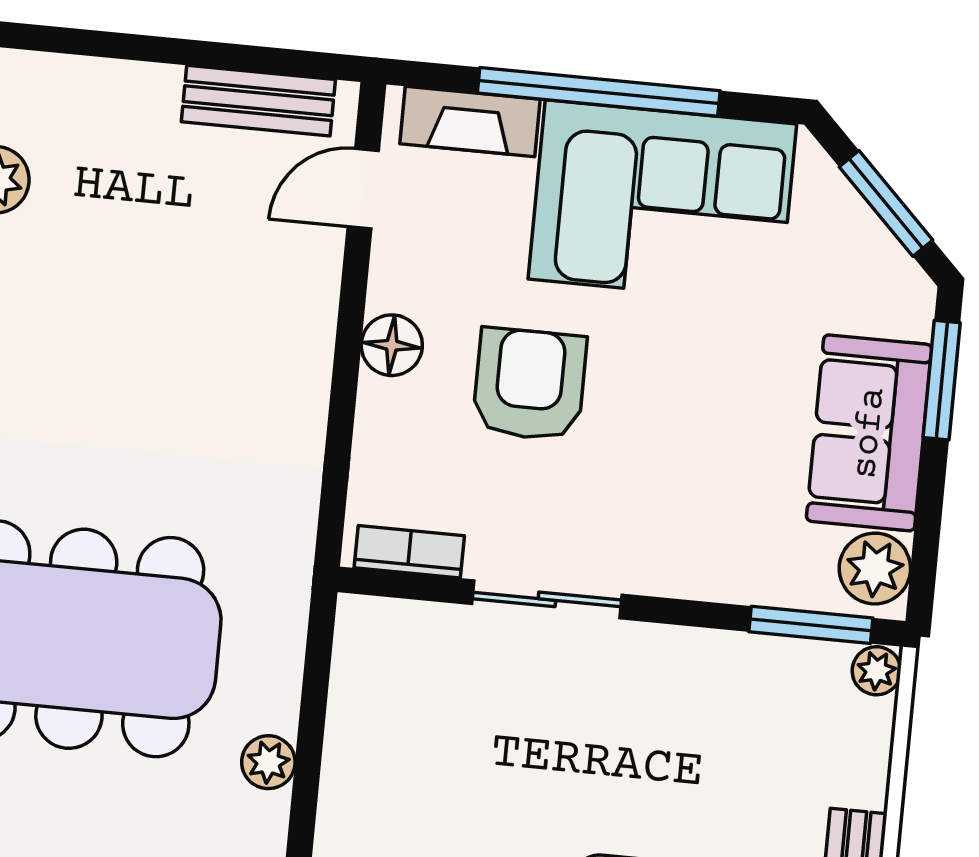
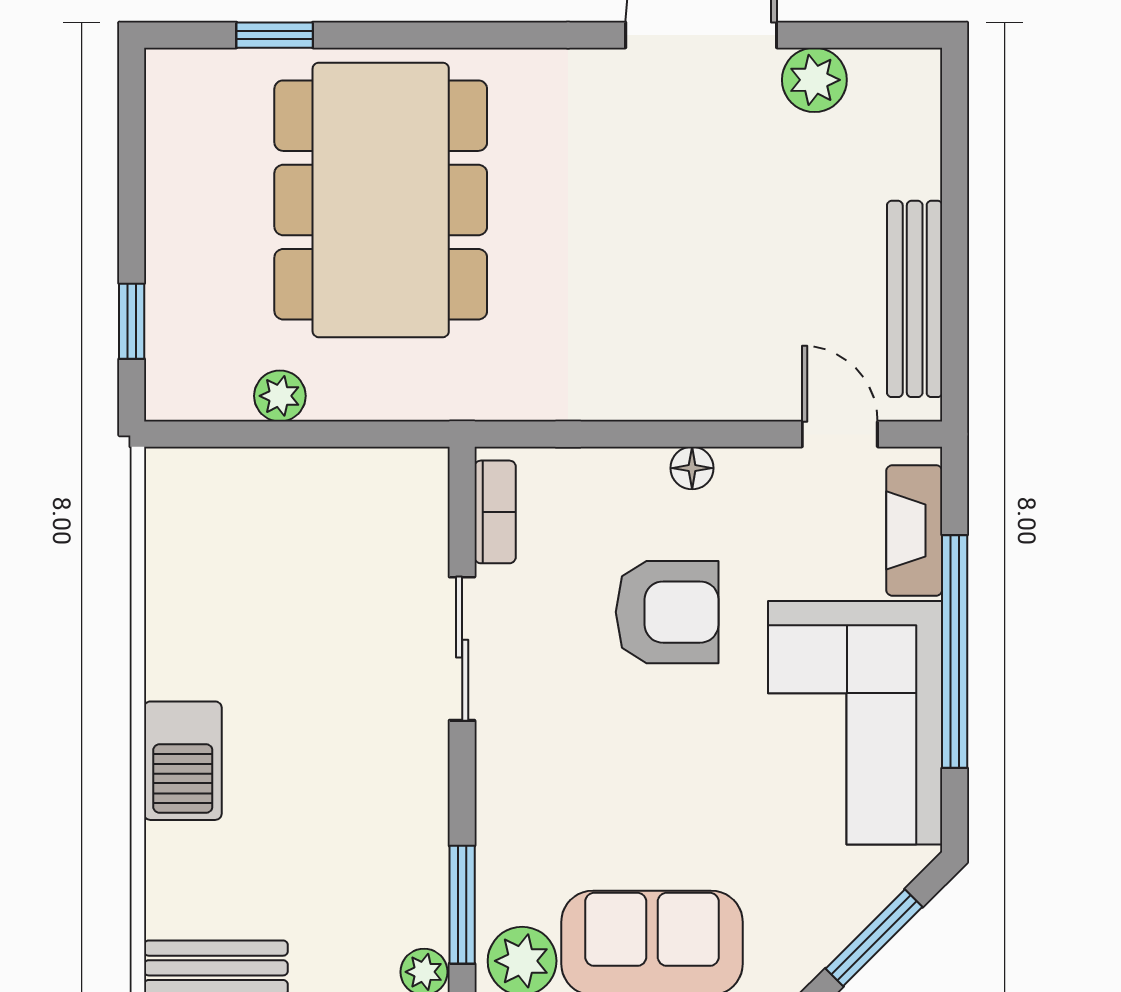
bench: (258, 101) -> (915, 299), width x1.36
floor lamp: (392, 345) -> (692, 468), width x0.73, depth x0.73

